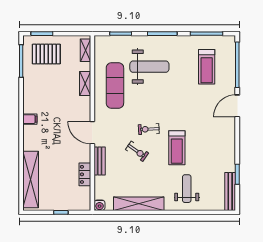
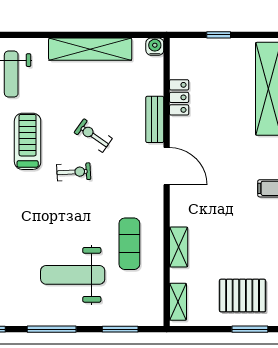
exercise mat: (115, 85) -> (129, 244), width x0.73, depth x0.69

